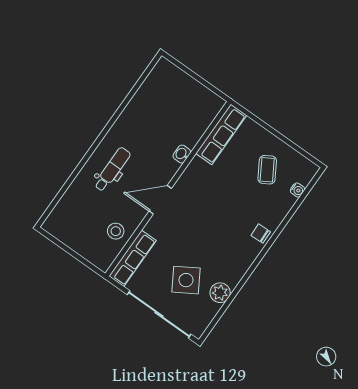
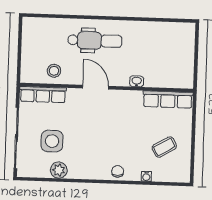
dental chair: (112, 169) -> (95, 41), width x1.36, depth x1.38
water cooler: (298, 190) -> (146, 176), moved
side table: (186, 280) -> (52, 141), turned 31

